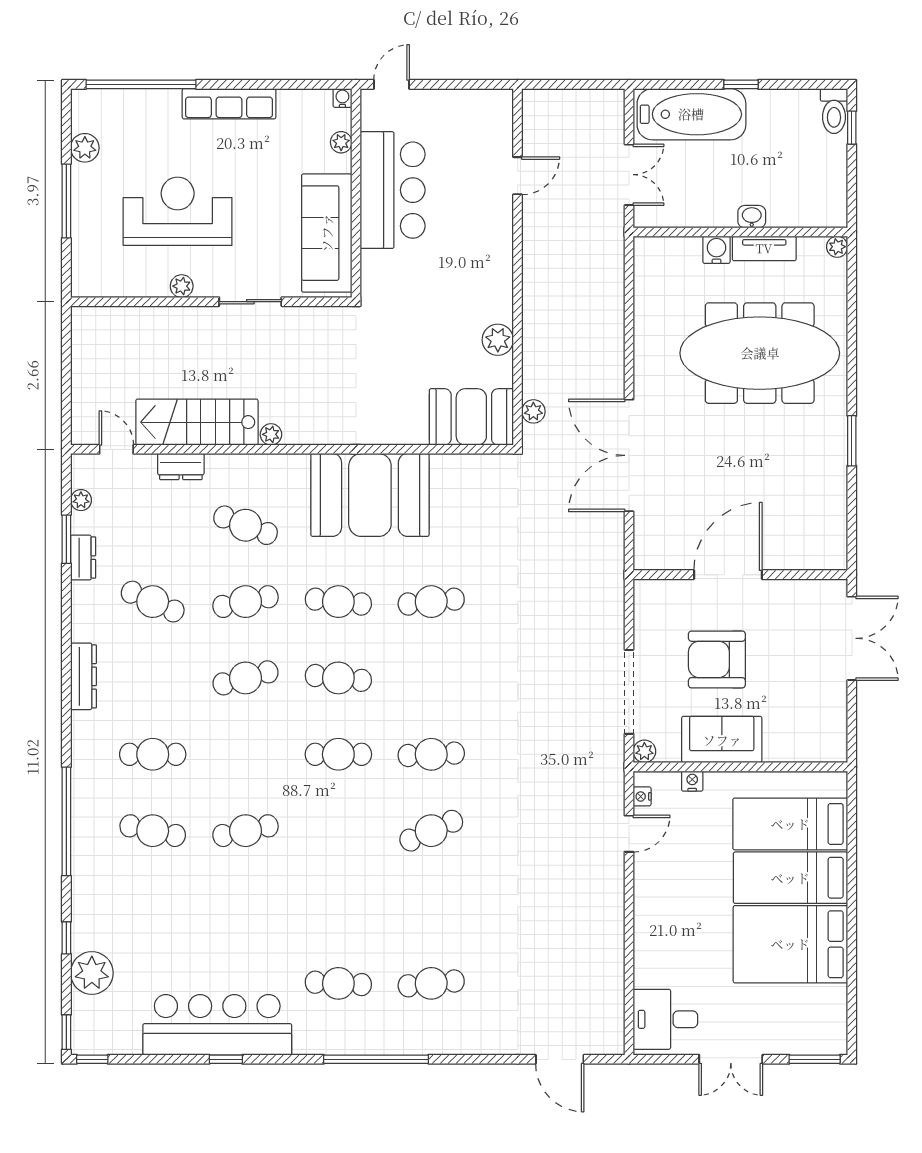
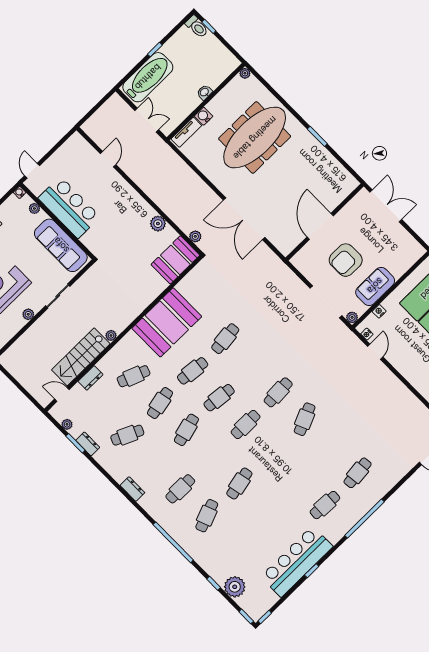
tv unit: (764, 248) -> (186, 132), moved
dresser: (83, 676) -> (132, 489), width x0.70
cafe table: (153, 831) -> (207, 516), turned -33

